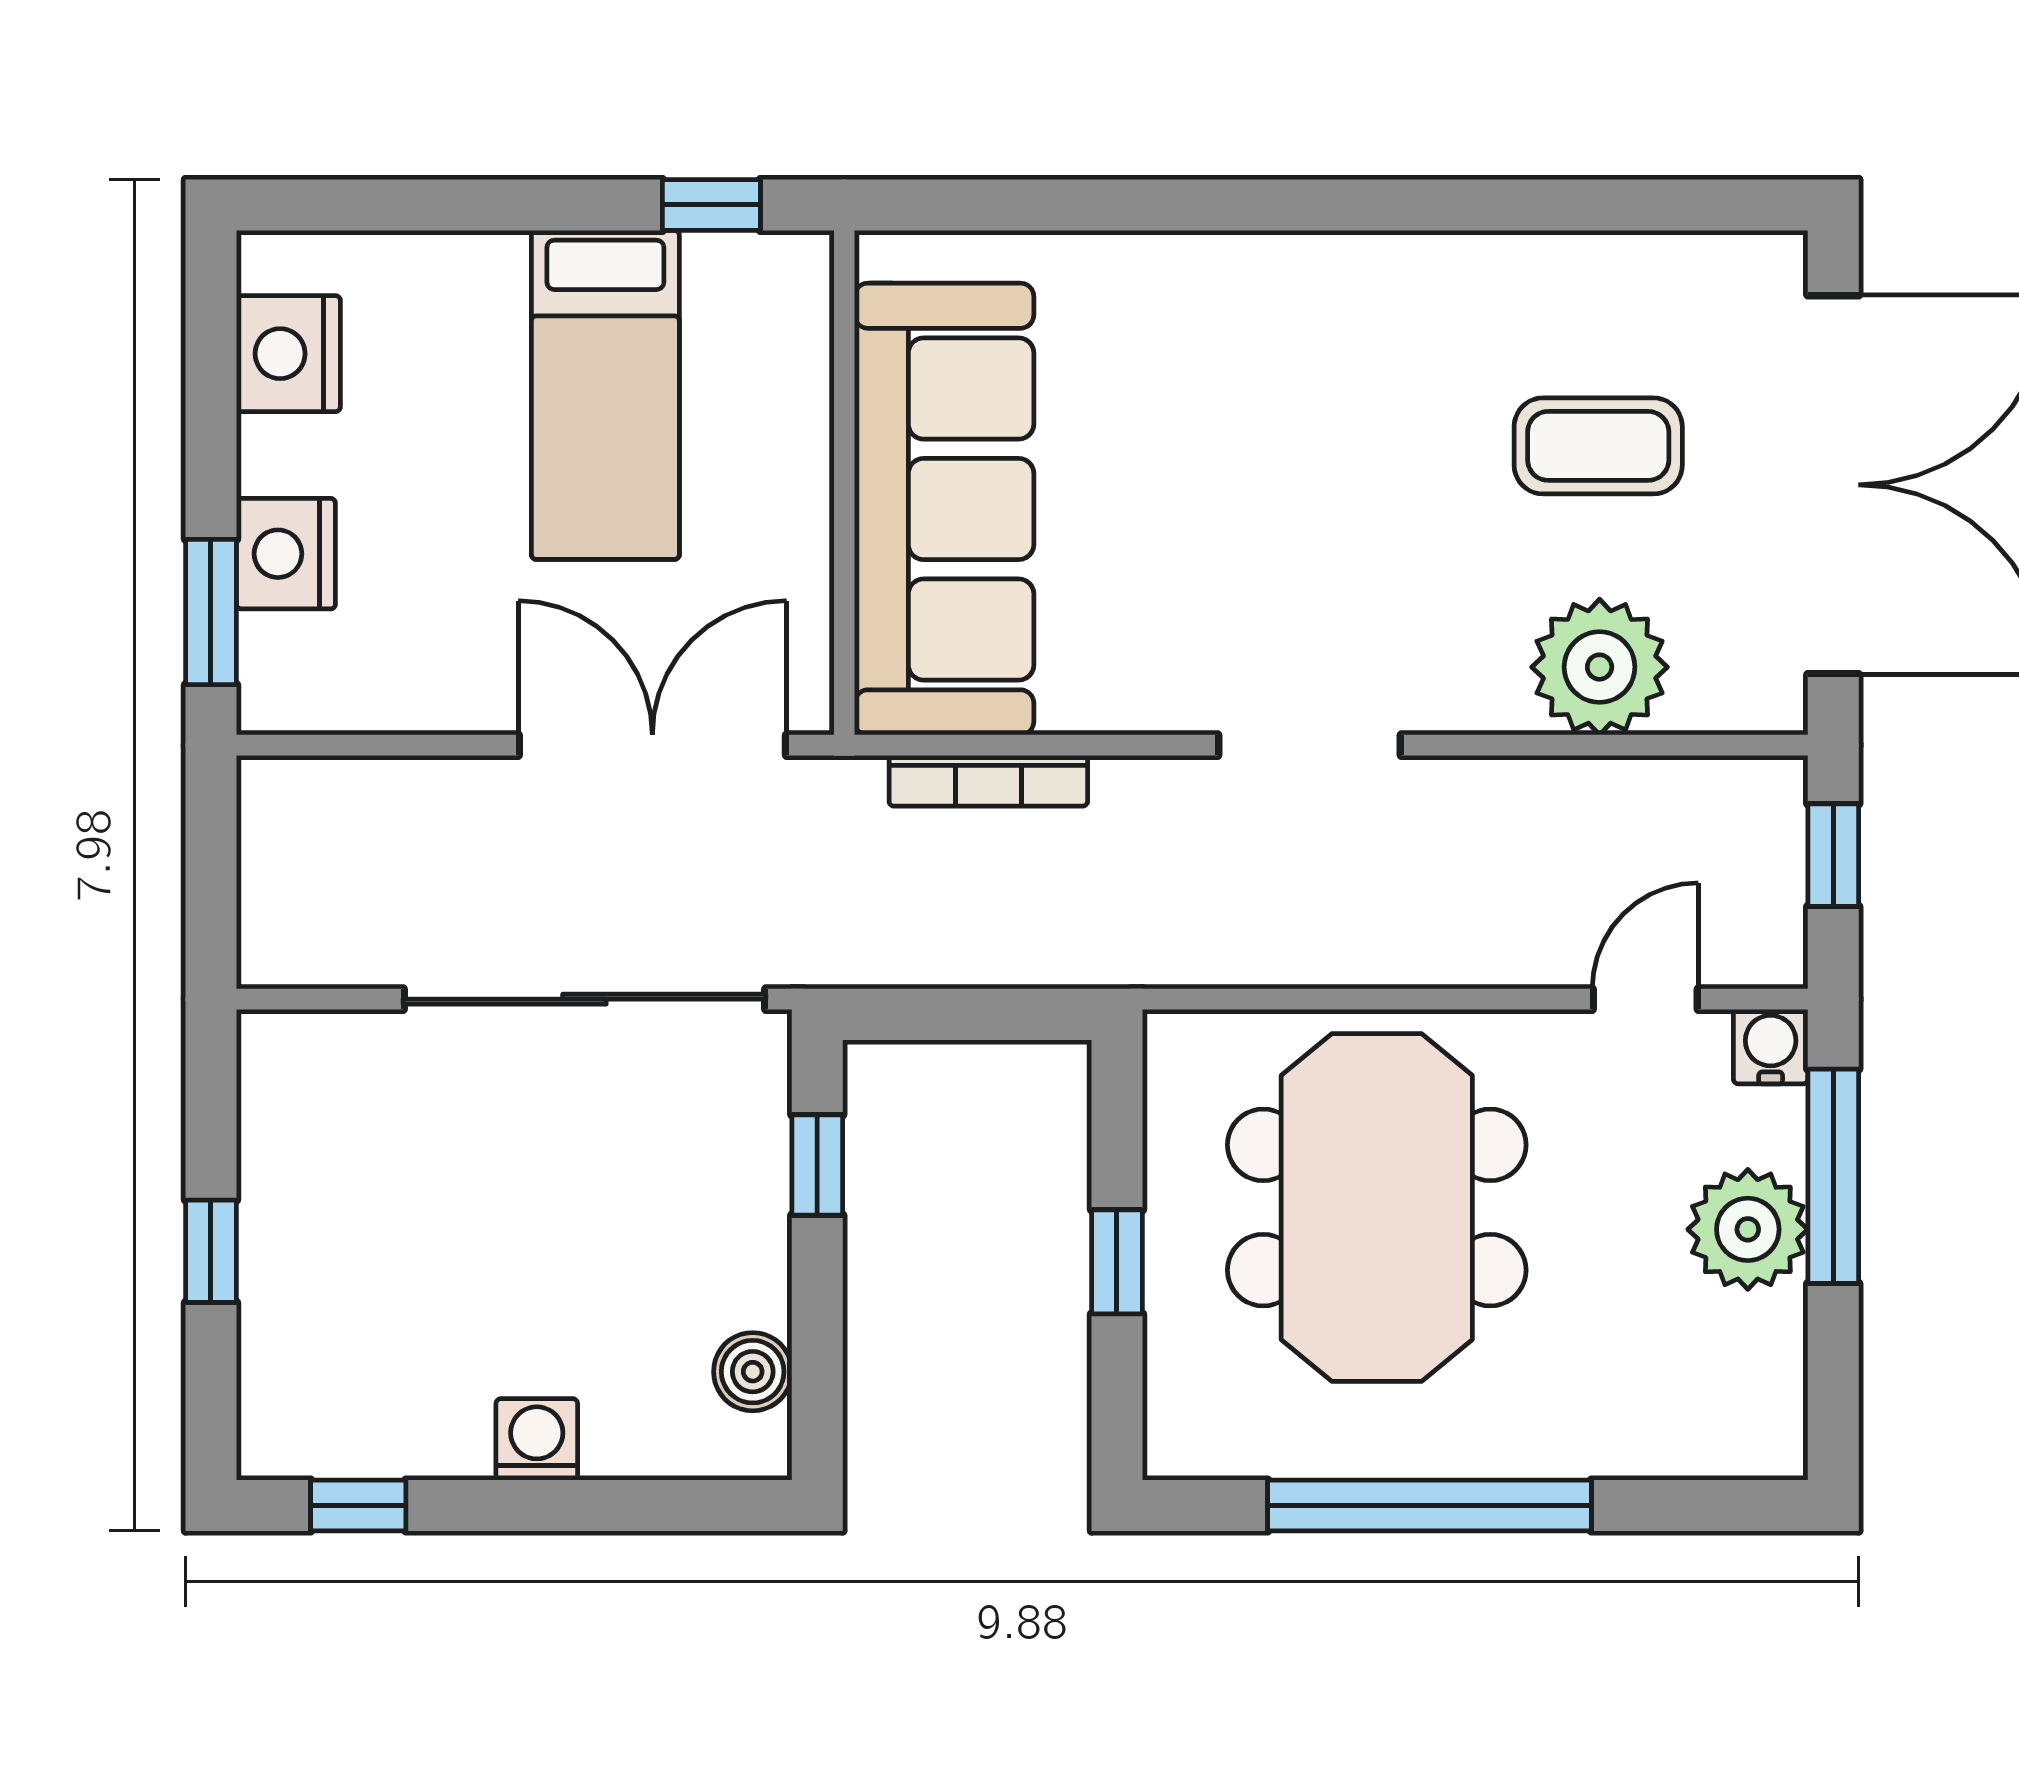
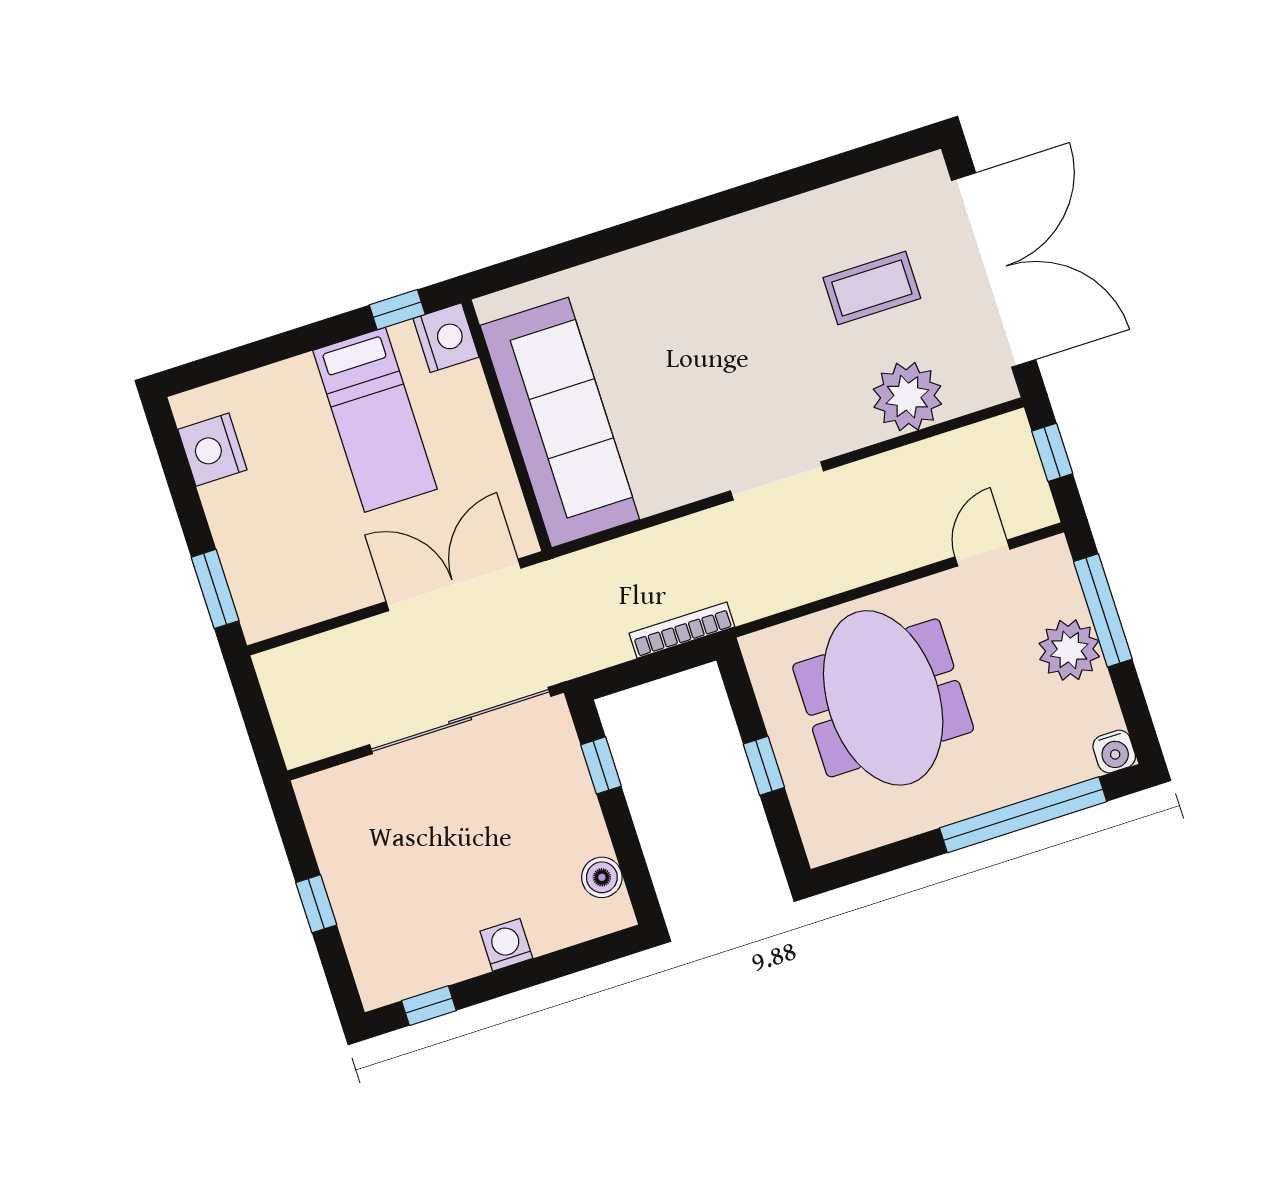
nightstand: (286, 554) -> (446, 338), moved, turned 180
bookcase: (988, 781) -> (682, 630), moved, turned 180
water cooler: (1771, 1047) -> (1114, 751), moved, turned 180
window: (1429, 1506) -> (1023, 815), moved

